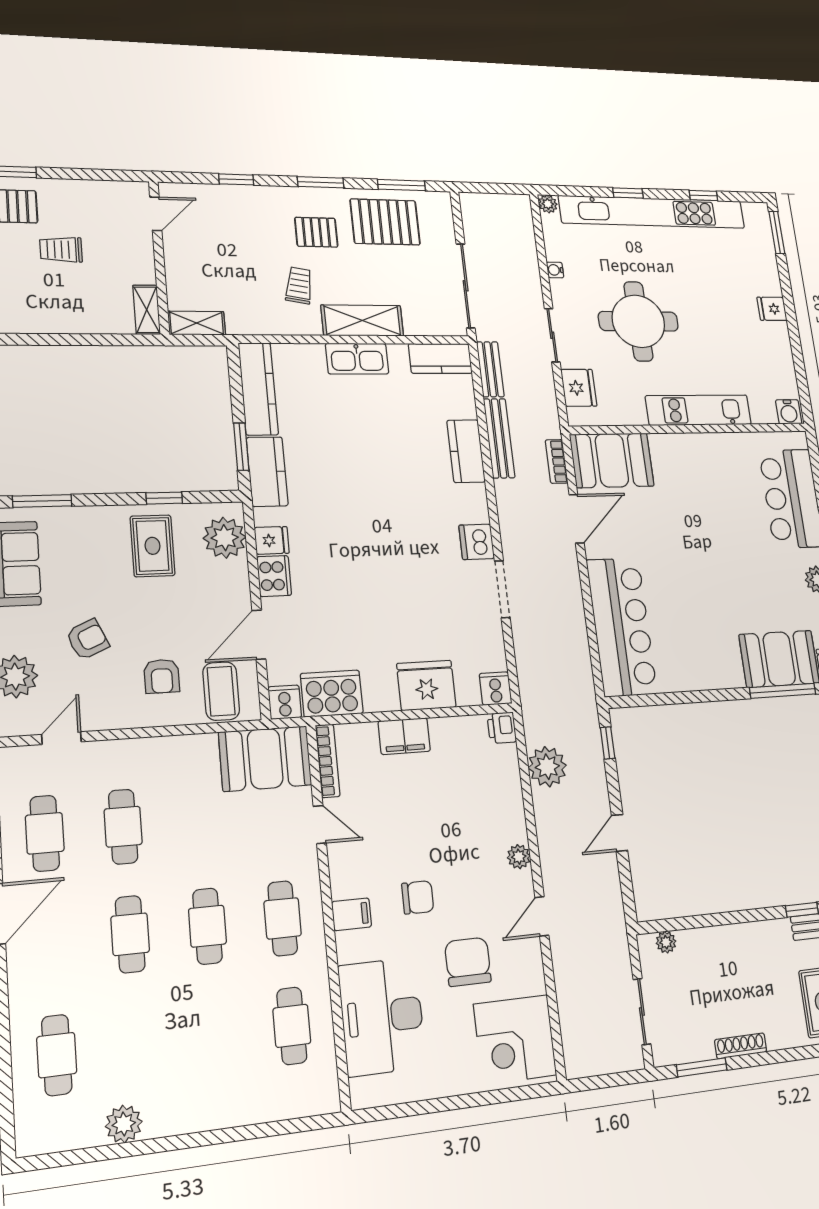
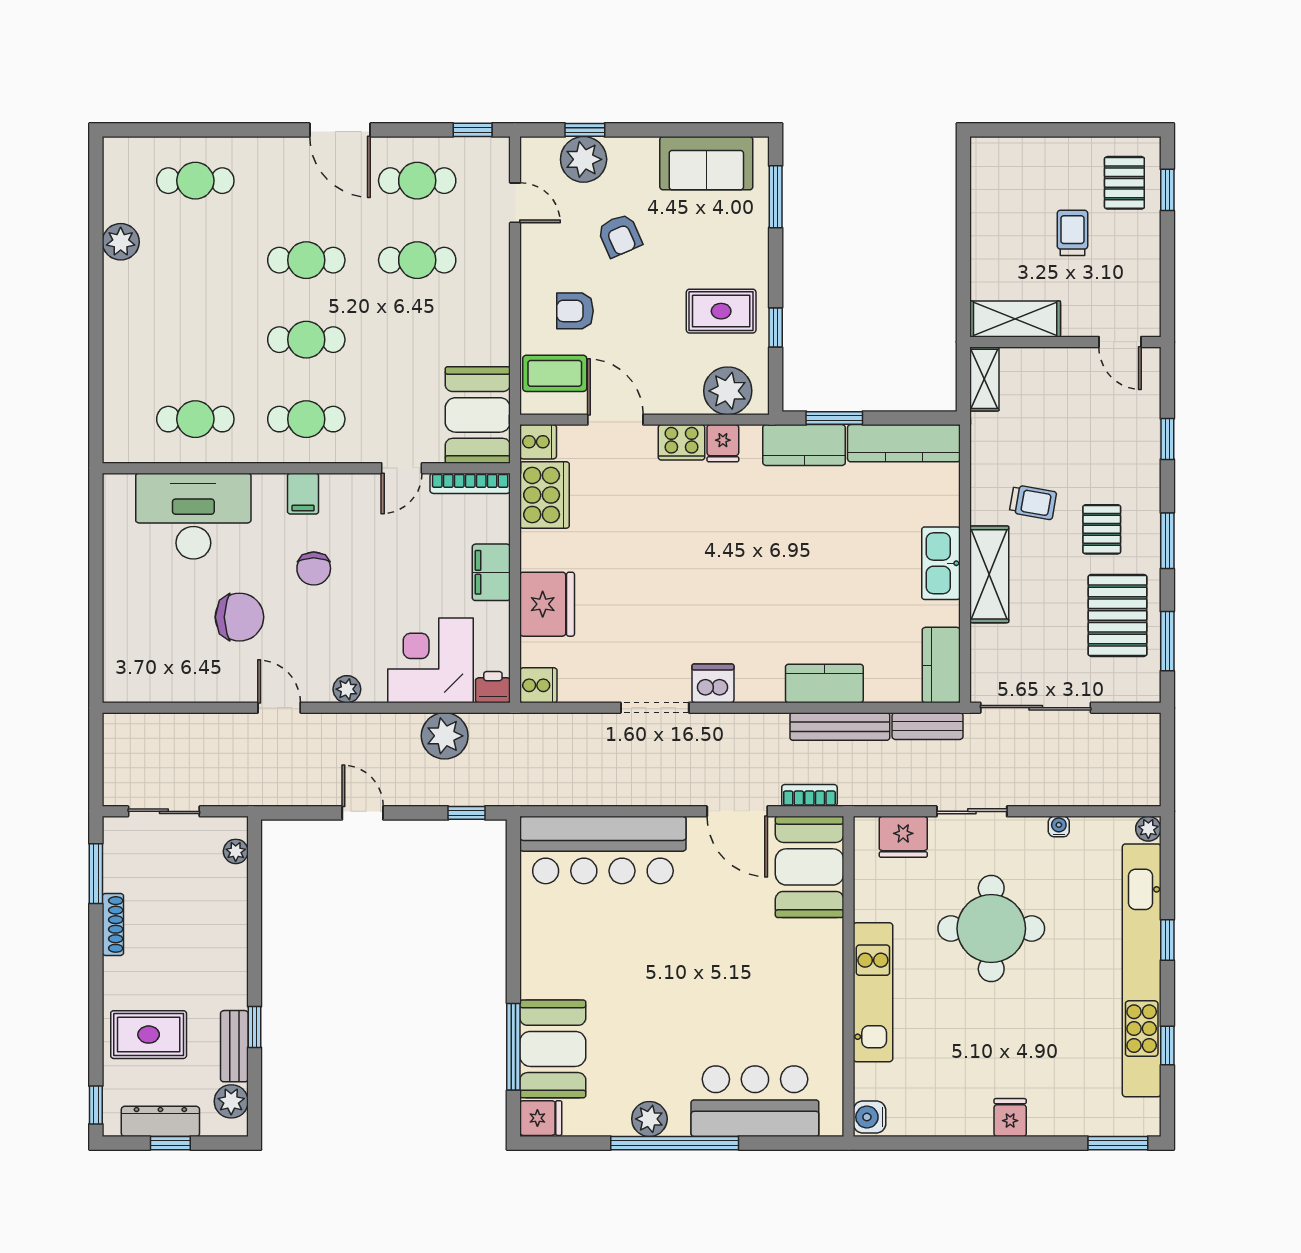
shelving: (147, 310) -> (1015, 319), width x1.50, depth x1.33
corner desk: (515, 1040) -> (430, 660), moved

